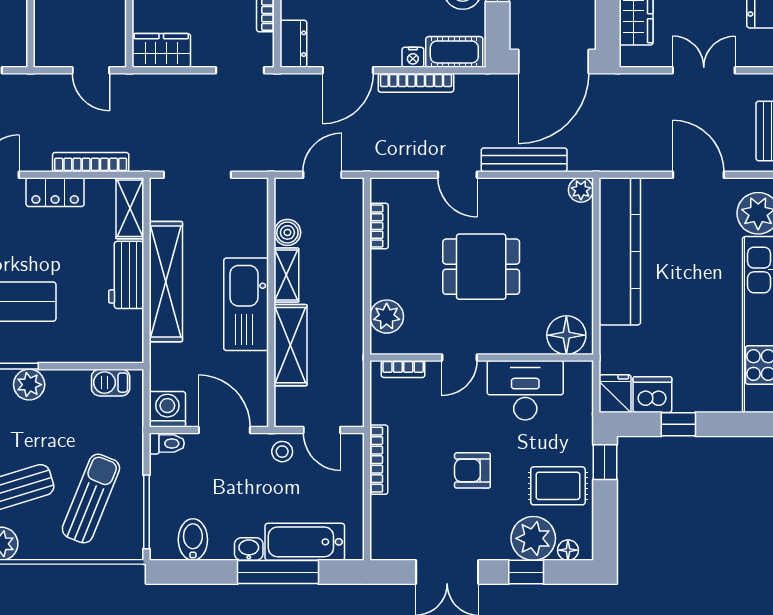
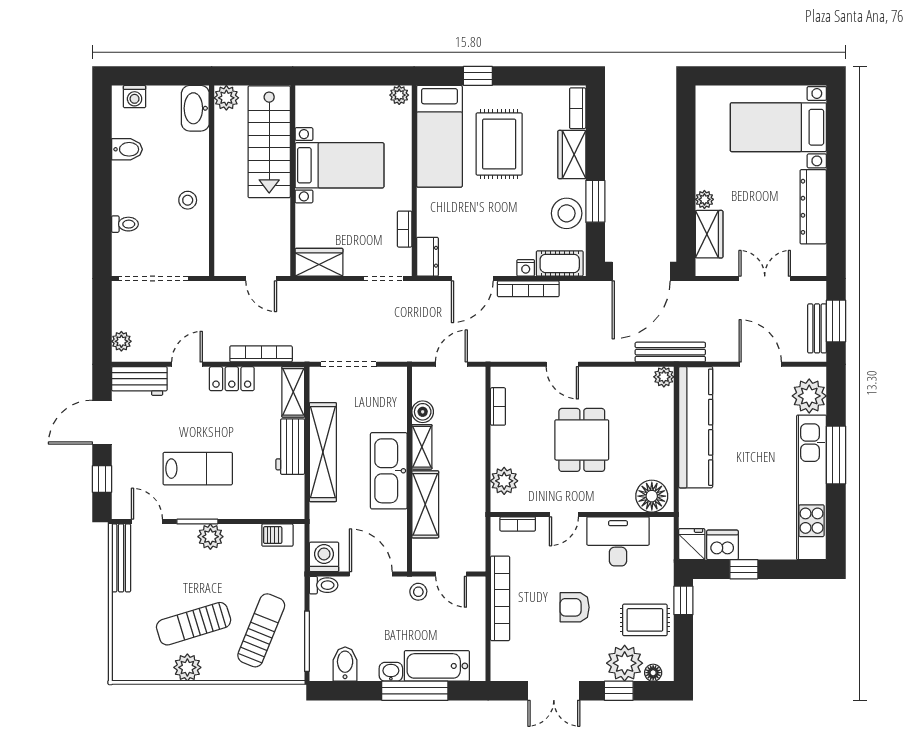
bench: (524, 160) -> (670, 352), moved
dining table: (481, 267) -> (582, 440), turned 90
bookcase: (379, 460) -> (500, 598), width x1.48, depth x1.31

